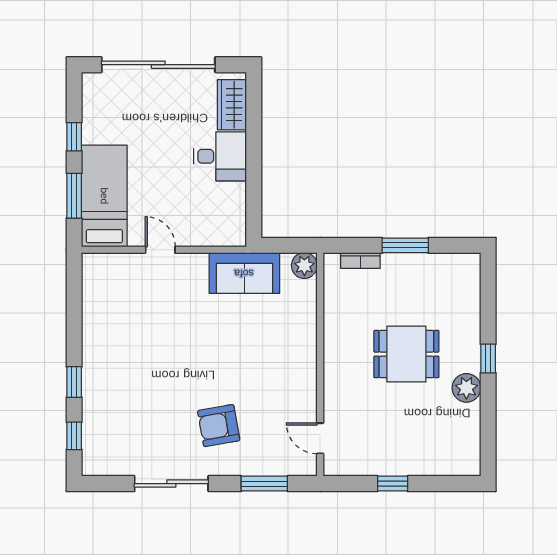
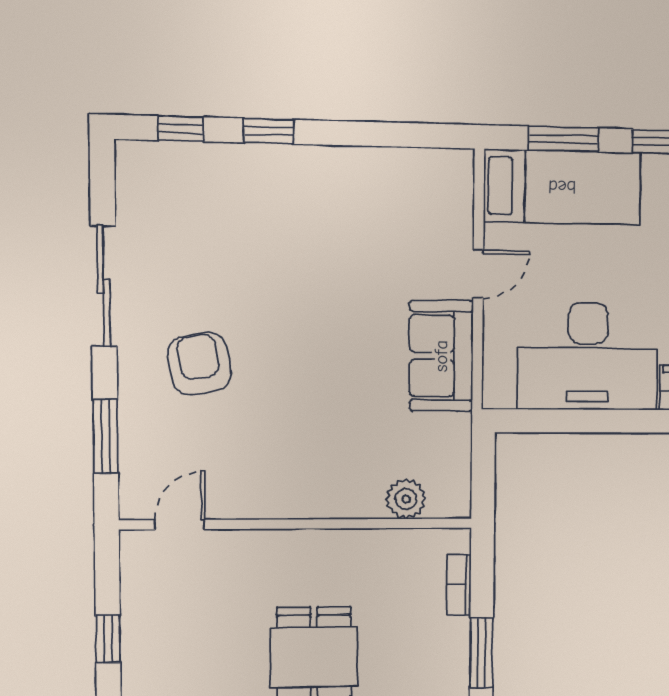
desk: (220, 156) -> (588, 357), width x1.87, depth x1.30
plant: (304, 266) -> (406, 499), moved
sofa: (244, 273) -> (441, 356), moved

